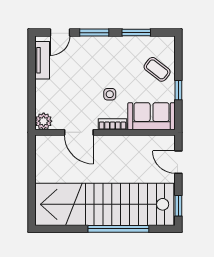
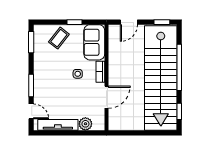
window: (136, 33) -> (31, 42), moved
tv unit: (42, 60) -> (58, 125), width x1.41
plant: (44, 121) -> (85, 124), moved
window: (60, 229) -> (179, 111), added

